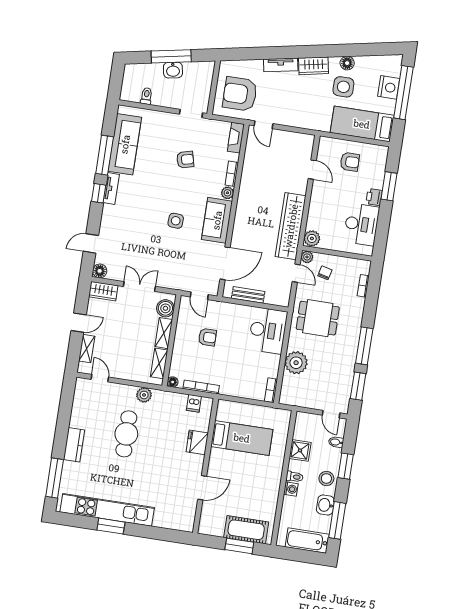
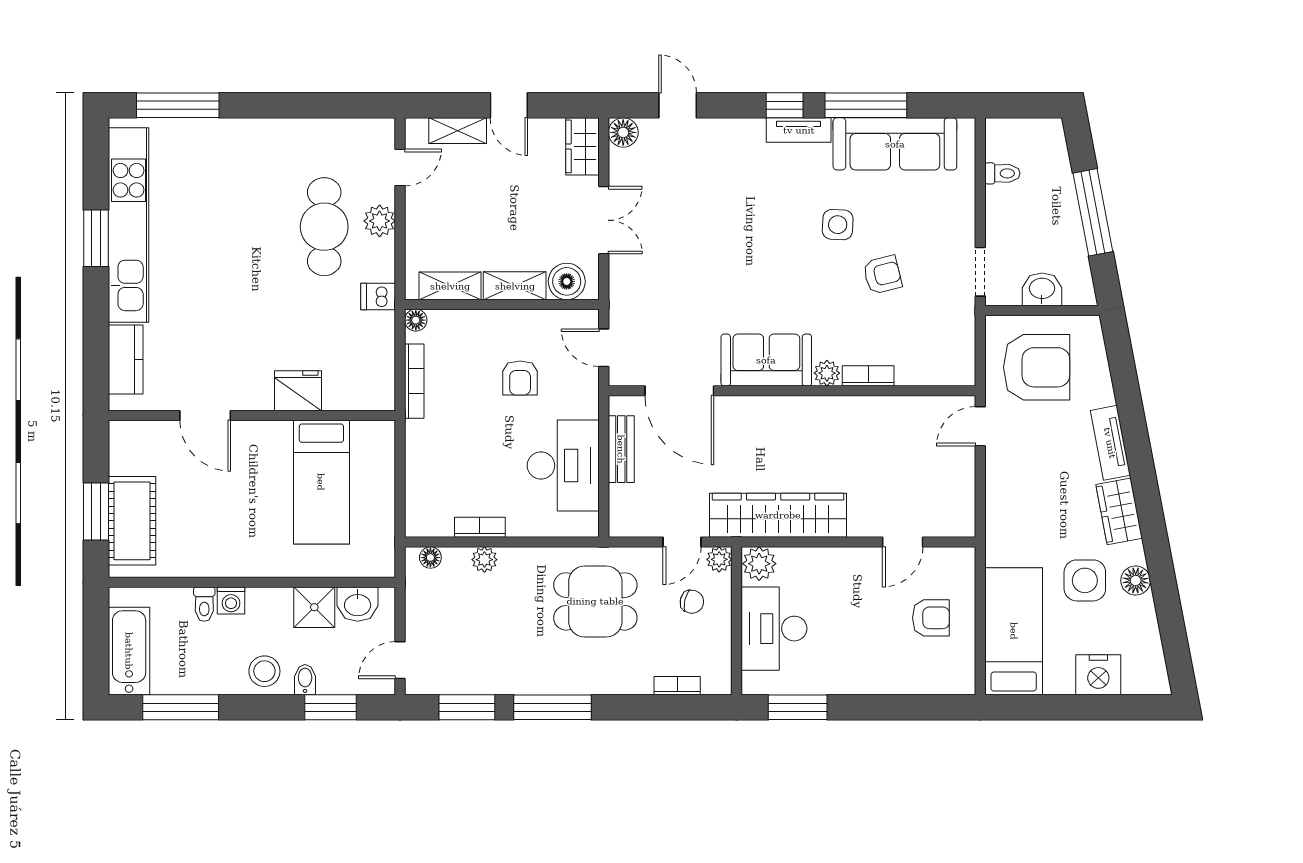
washbasin: (173, 70) -> (1042, 289), moved, turned 101
window: (403, 93) -> (1092, 707), removed
armchair: (240, 94) -> (1037, 367), turned 90
fireplace: (236, 138) -> (945, 373), removed
armchair: (185, 160) -> (882, 275), turned -89
armchair: (350, 162) -> (931, 618), turned -90
window: (389, 186) -> (798, 707), moved
printer: (374, 197) -> (865, 680), removed
side table: (176, 221) -> (838, 225), moved
desk: (361, 224) -> (774, 629), moved, turned 90
door: (199, 296) -> (604, 348), hinge flipped
dining table: (318, 318) -> (595, 601), turned 90
desk: (268, 331) -> (563, 466), moved, turned -90
plant: (296, 363) -> (484, 560), width x0.53, depth x0.53
bookcase: (271, 390) -> (480, 527), moved
floor lamp: (285, 392) -> (430, 558), added
plant: (144, 395) -> (380, 221), moved
dishwasher: (194, 403) -> (378, 297), moved
cafe table: (126, 434) -> (324, 227), moved, turned 90
bidet: (336, 442) -> (305, 680), moved
kitchen counter: (74, 445) -> (126, 359), moved, turned -90
window: (346, 466) -> (331, 707), moved
toilet: (294, 477) -> (204, 604), moved
washbasin: (325, 505) -> (358, 604), moved, turned 180

